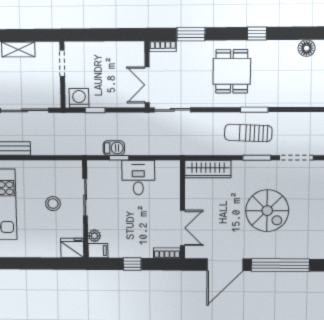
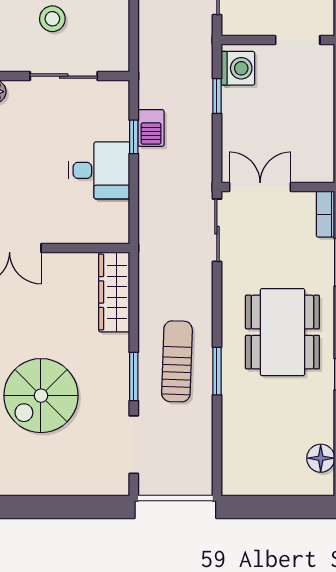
dining table: (232, 71) -> (282, 332), width x1.37

